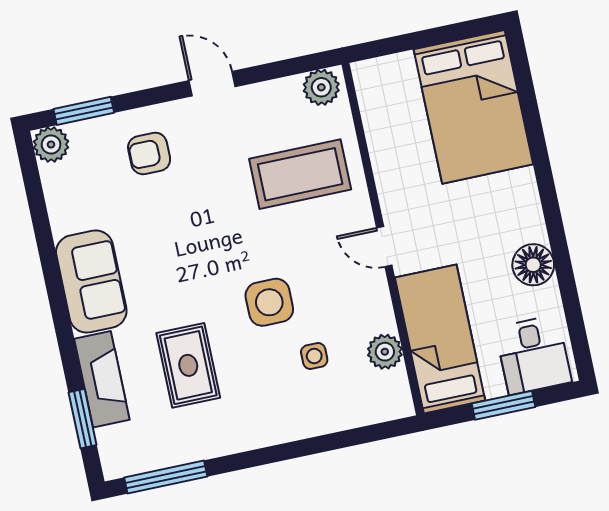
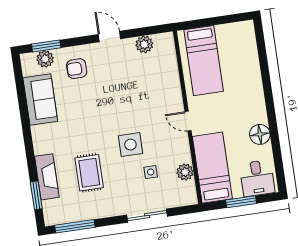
plant: (321, 87) -> (144, 44), moved
bed: (473, 107) -> (204, 61), moved, width x0.67
plant: (51, 144) -> (45, 59), moved
coffee table: (300, 174) -> (149, 83), removed
sofa: (91, 282) -> (40, 100), moved
sliding door: (313, 446) -> (147, 216), added

